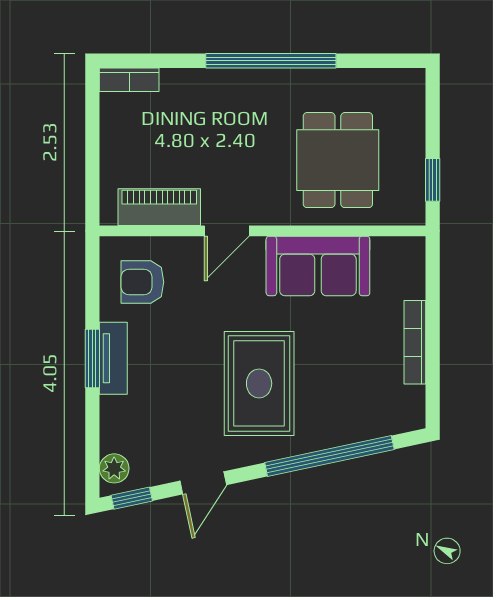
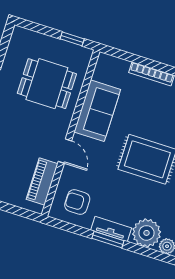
armchair: (142, 282) -> (77, 202), turned 90
plant: (126, 424) -> (147, 233), added

